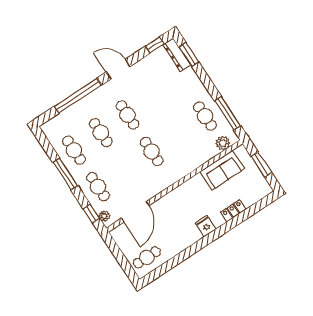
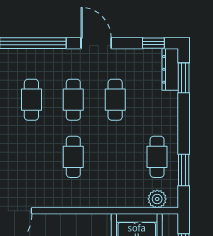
cafe table: (154, 97) -> (115, 100), added
window: (228, 113) -> (184, 170), width x0.69

